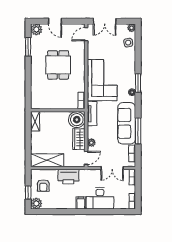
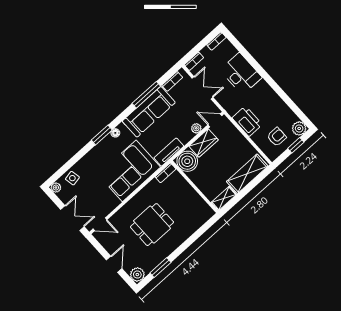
shelving: (47, 160) -> (247, 174), moved, turned 90
filing cabinet: (81, 203) -> (261, 88), removed

